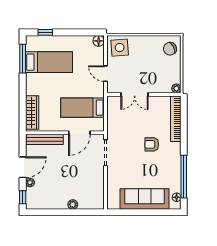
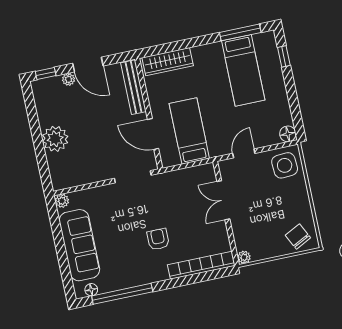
plant: (73, 204) -> (55, 139), width x1.88, depth x1.88
plant: (112, 204) -> (62, 201), added

